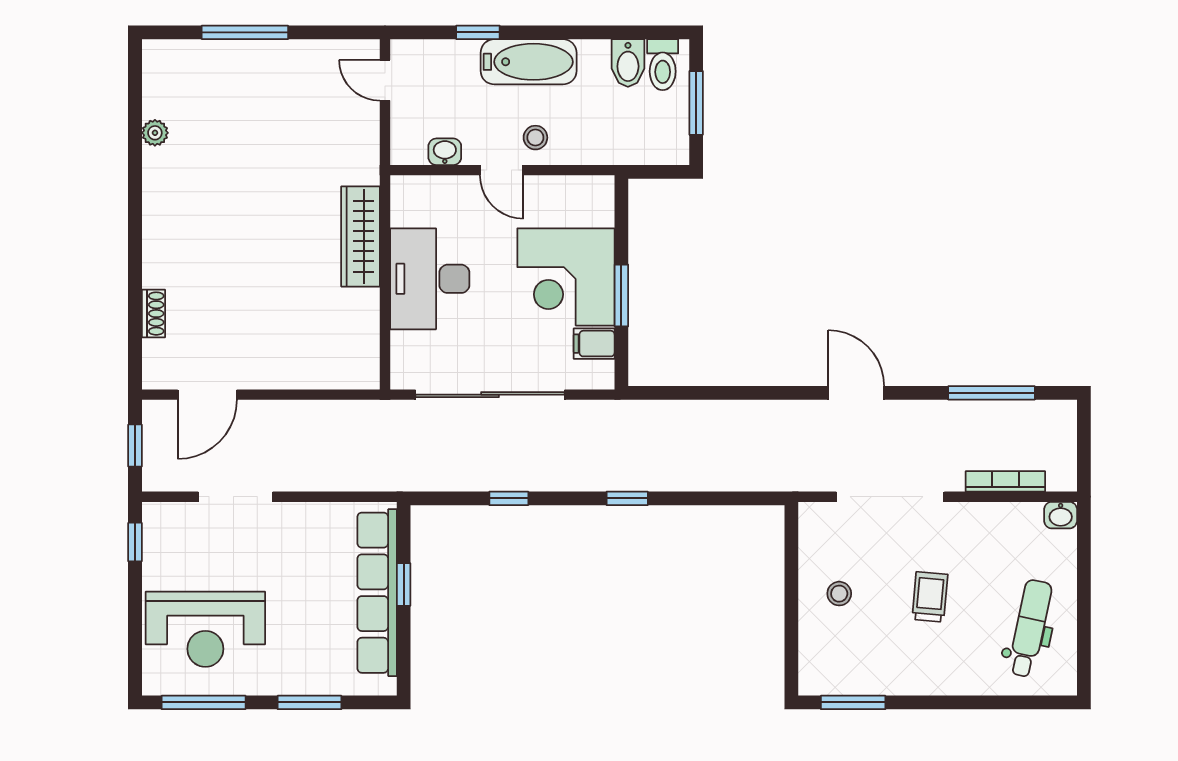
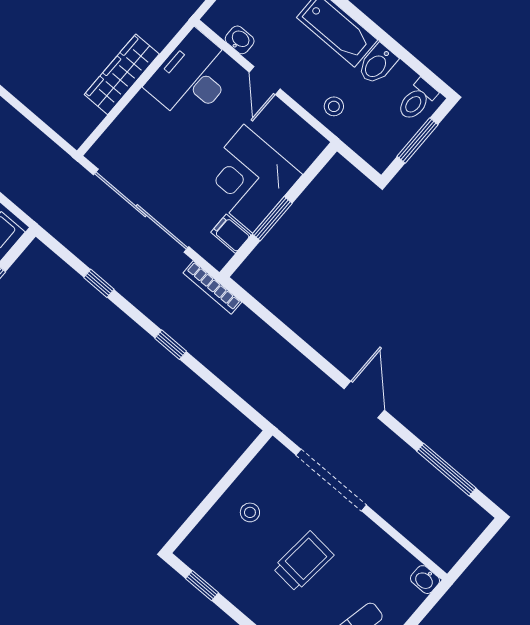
bidet: (628, 63) -> (377, 64), moved
stool: (535, 138) -> (334, 106), moved
wardrobe: (360, 236) -> (122, 74), moved
desk: (430, 279) -> (192, 77), moved
bookcase: (1005, 481) -> (212, 287), moved, turned 180
trolley: (930, 597) -> (303, 561), width x1.36, depth x1.39
window: (853, 702) -> (202, 586), width x0.67

